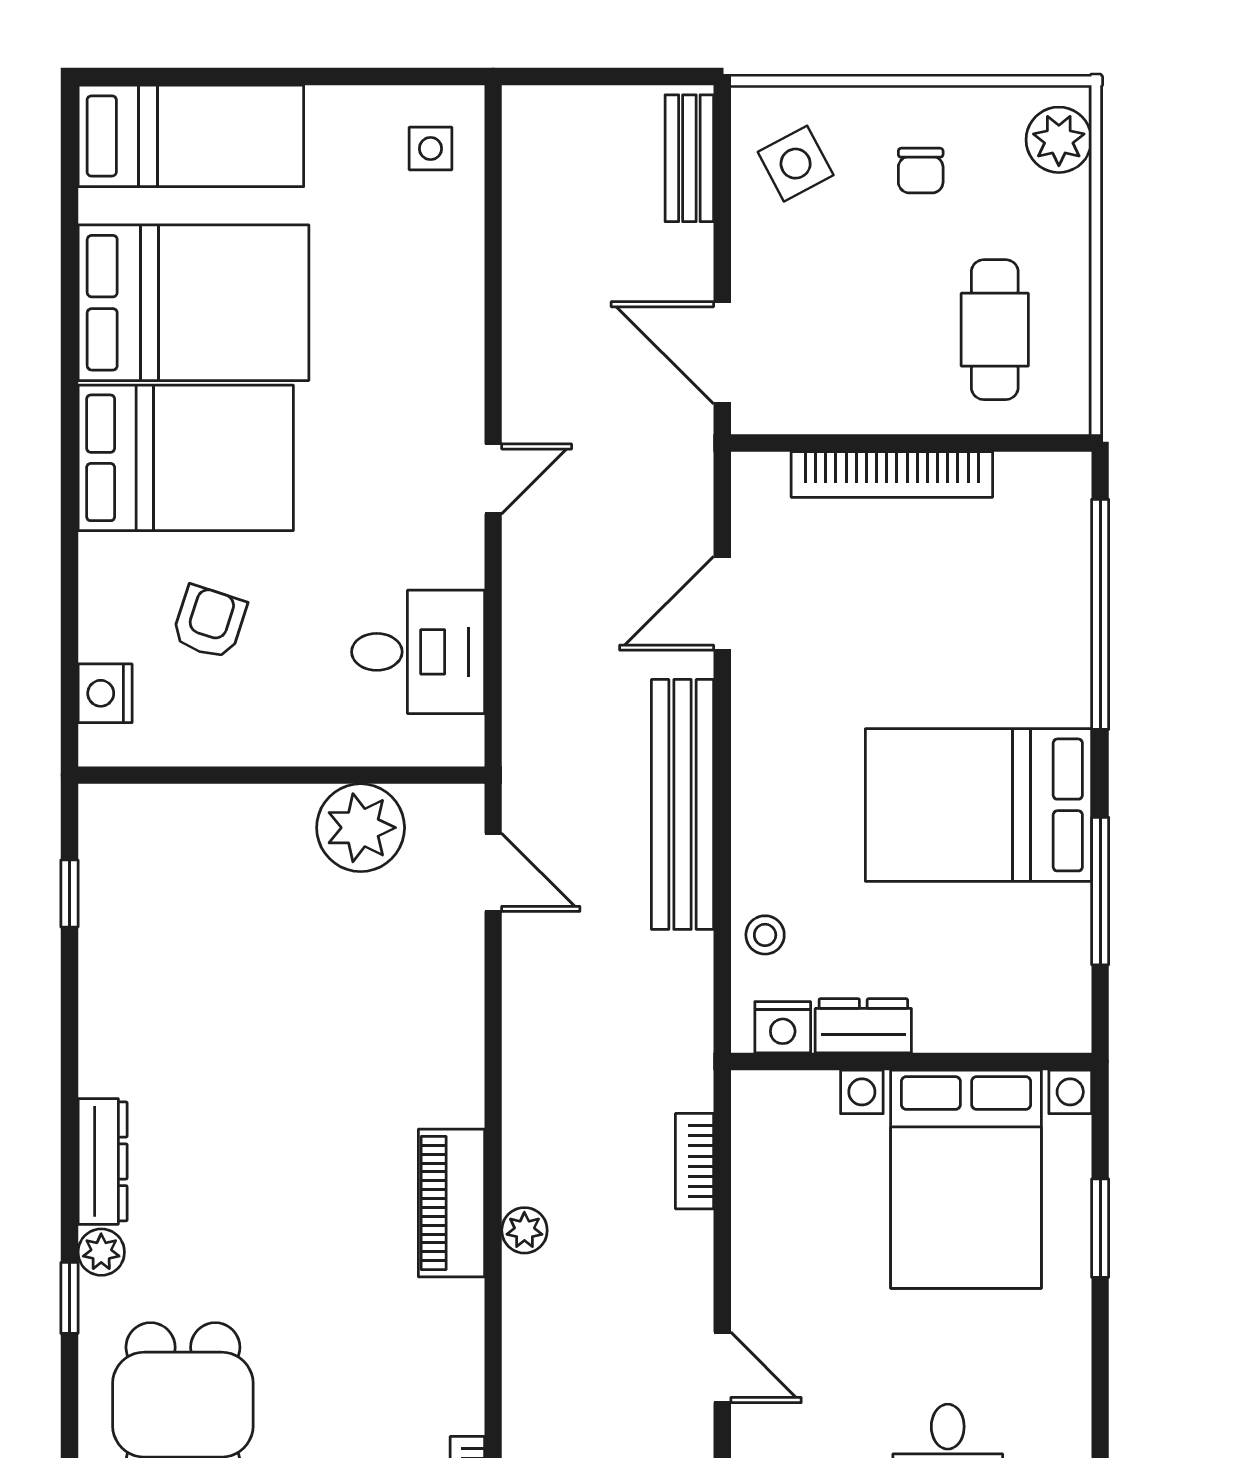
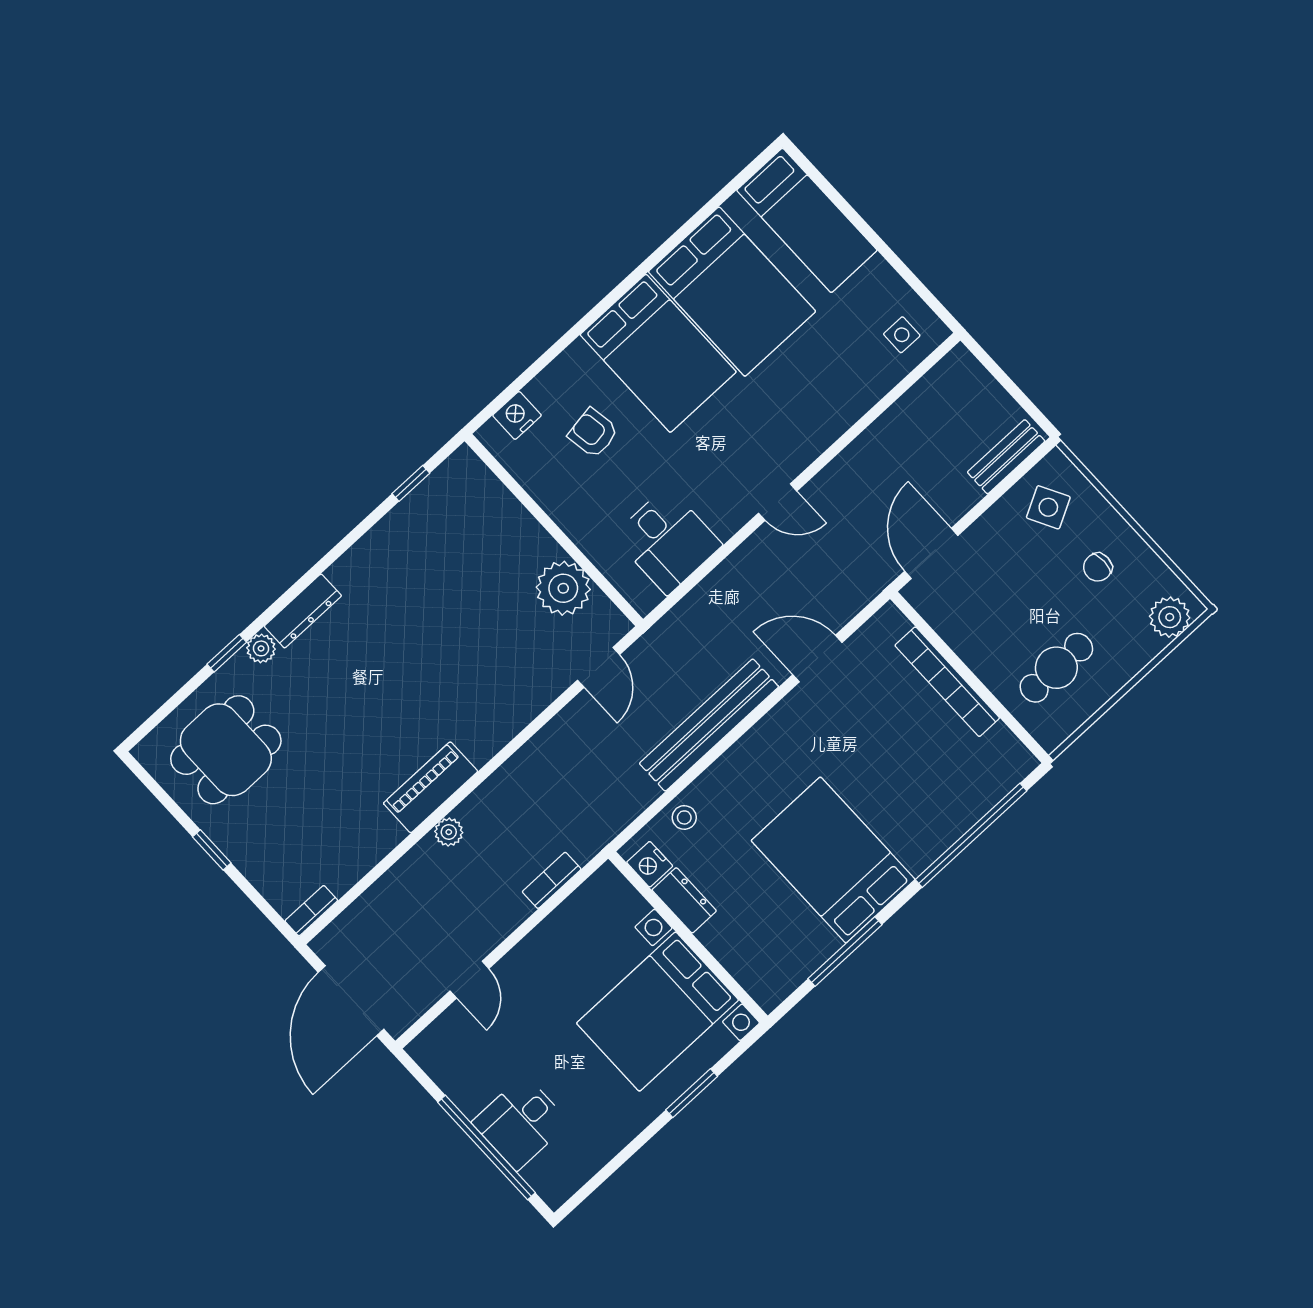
armchair: (209, 622) -> (593, 433), turned -117

